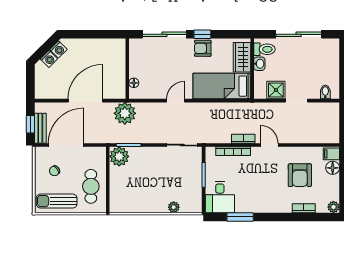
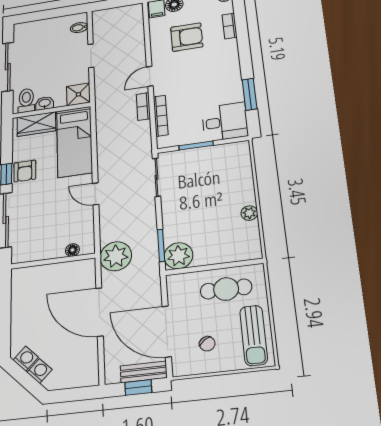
shower: (276, 90) -> (78, 94), moved
plant: (174, 207) -> (249, 213), moved

